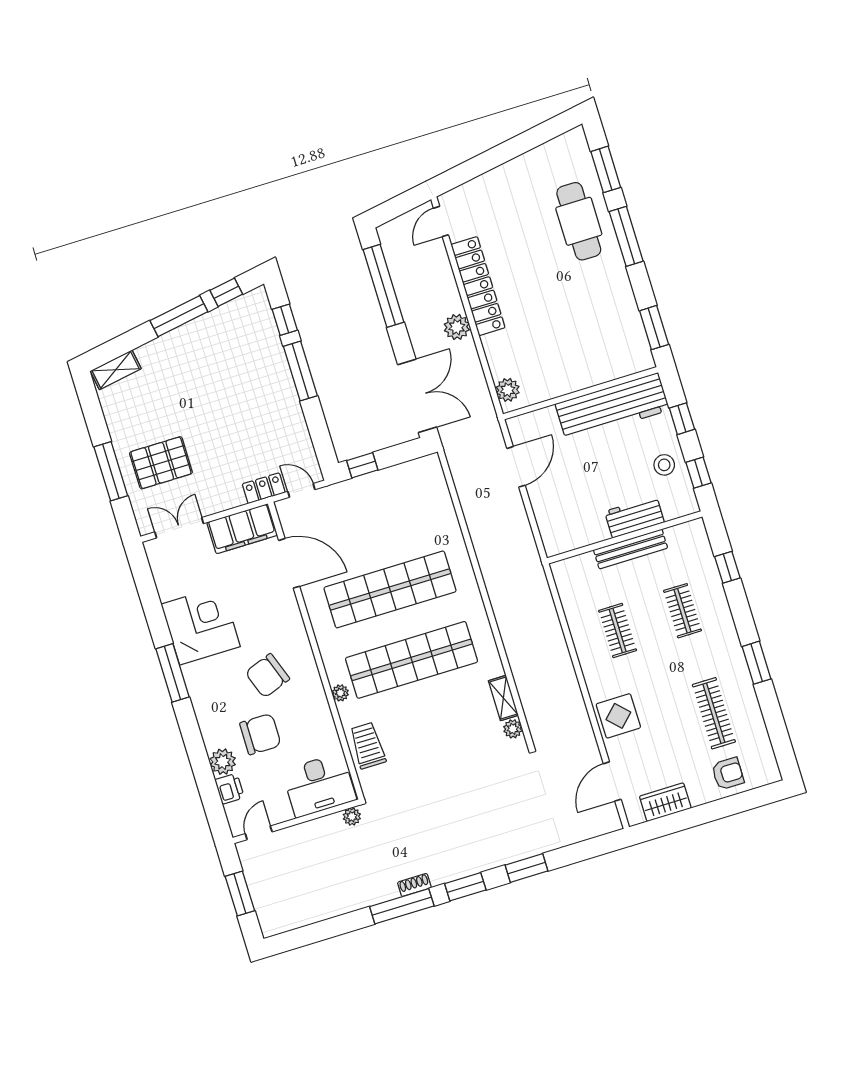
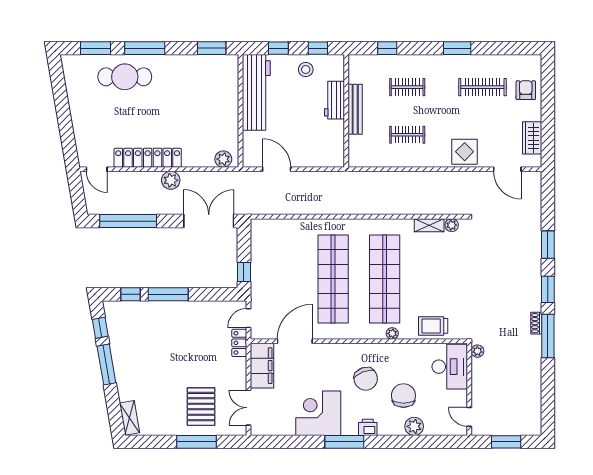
printer: (230, 789) -> (368, 427), moved

